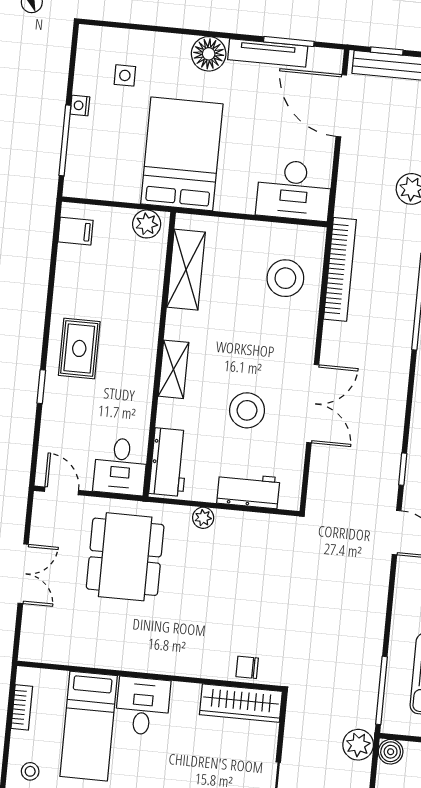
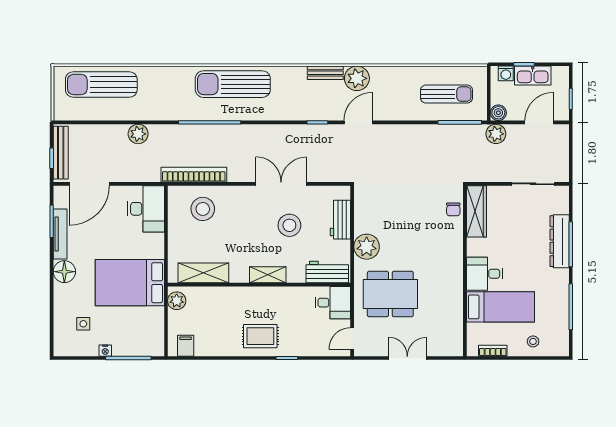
plant: (203, 518) -> (367, 247), width x1.88, depth x1.88

